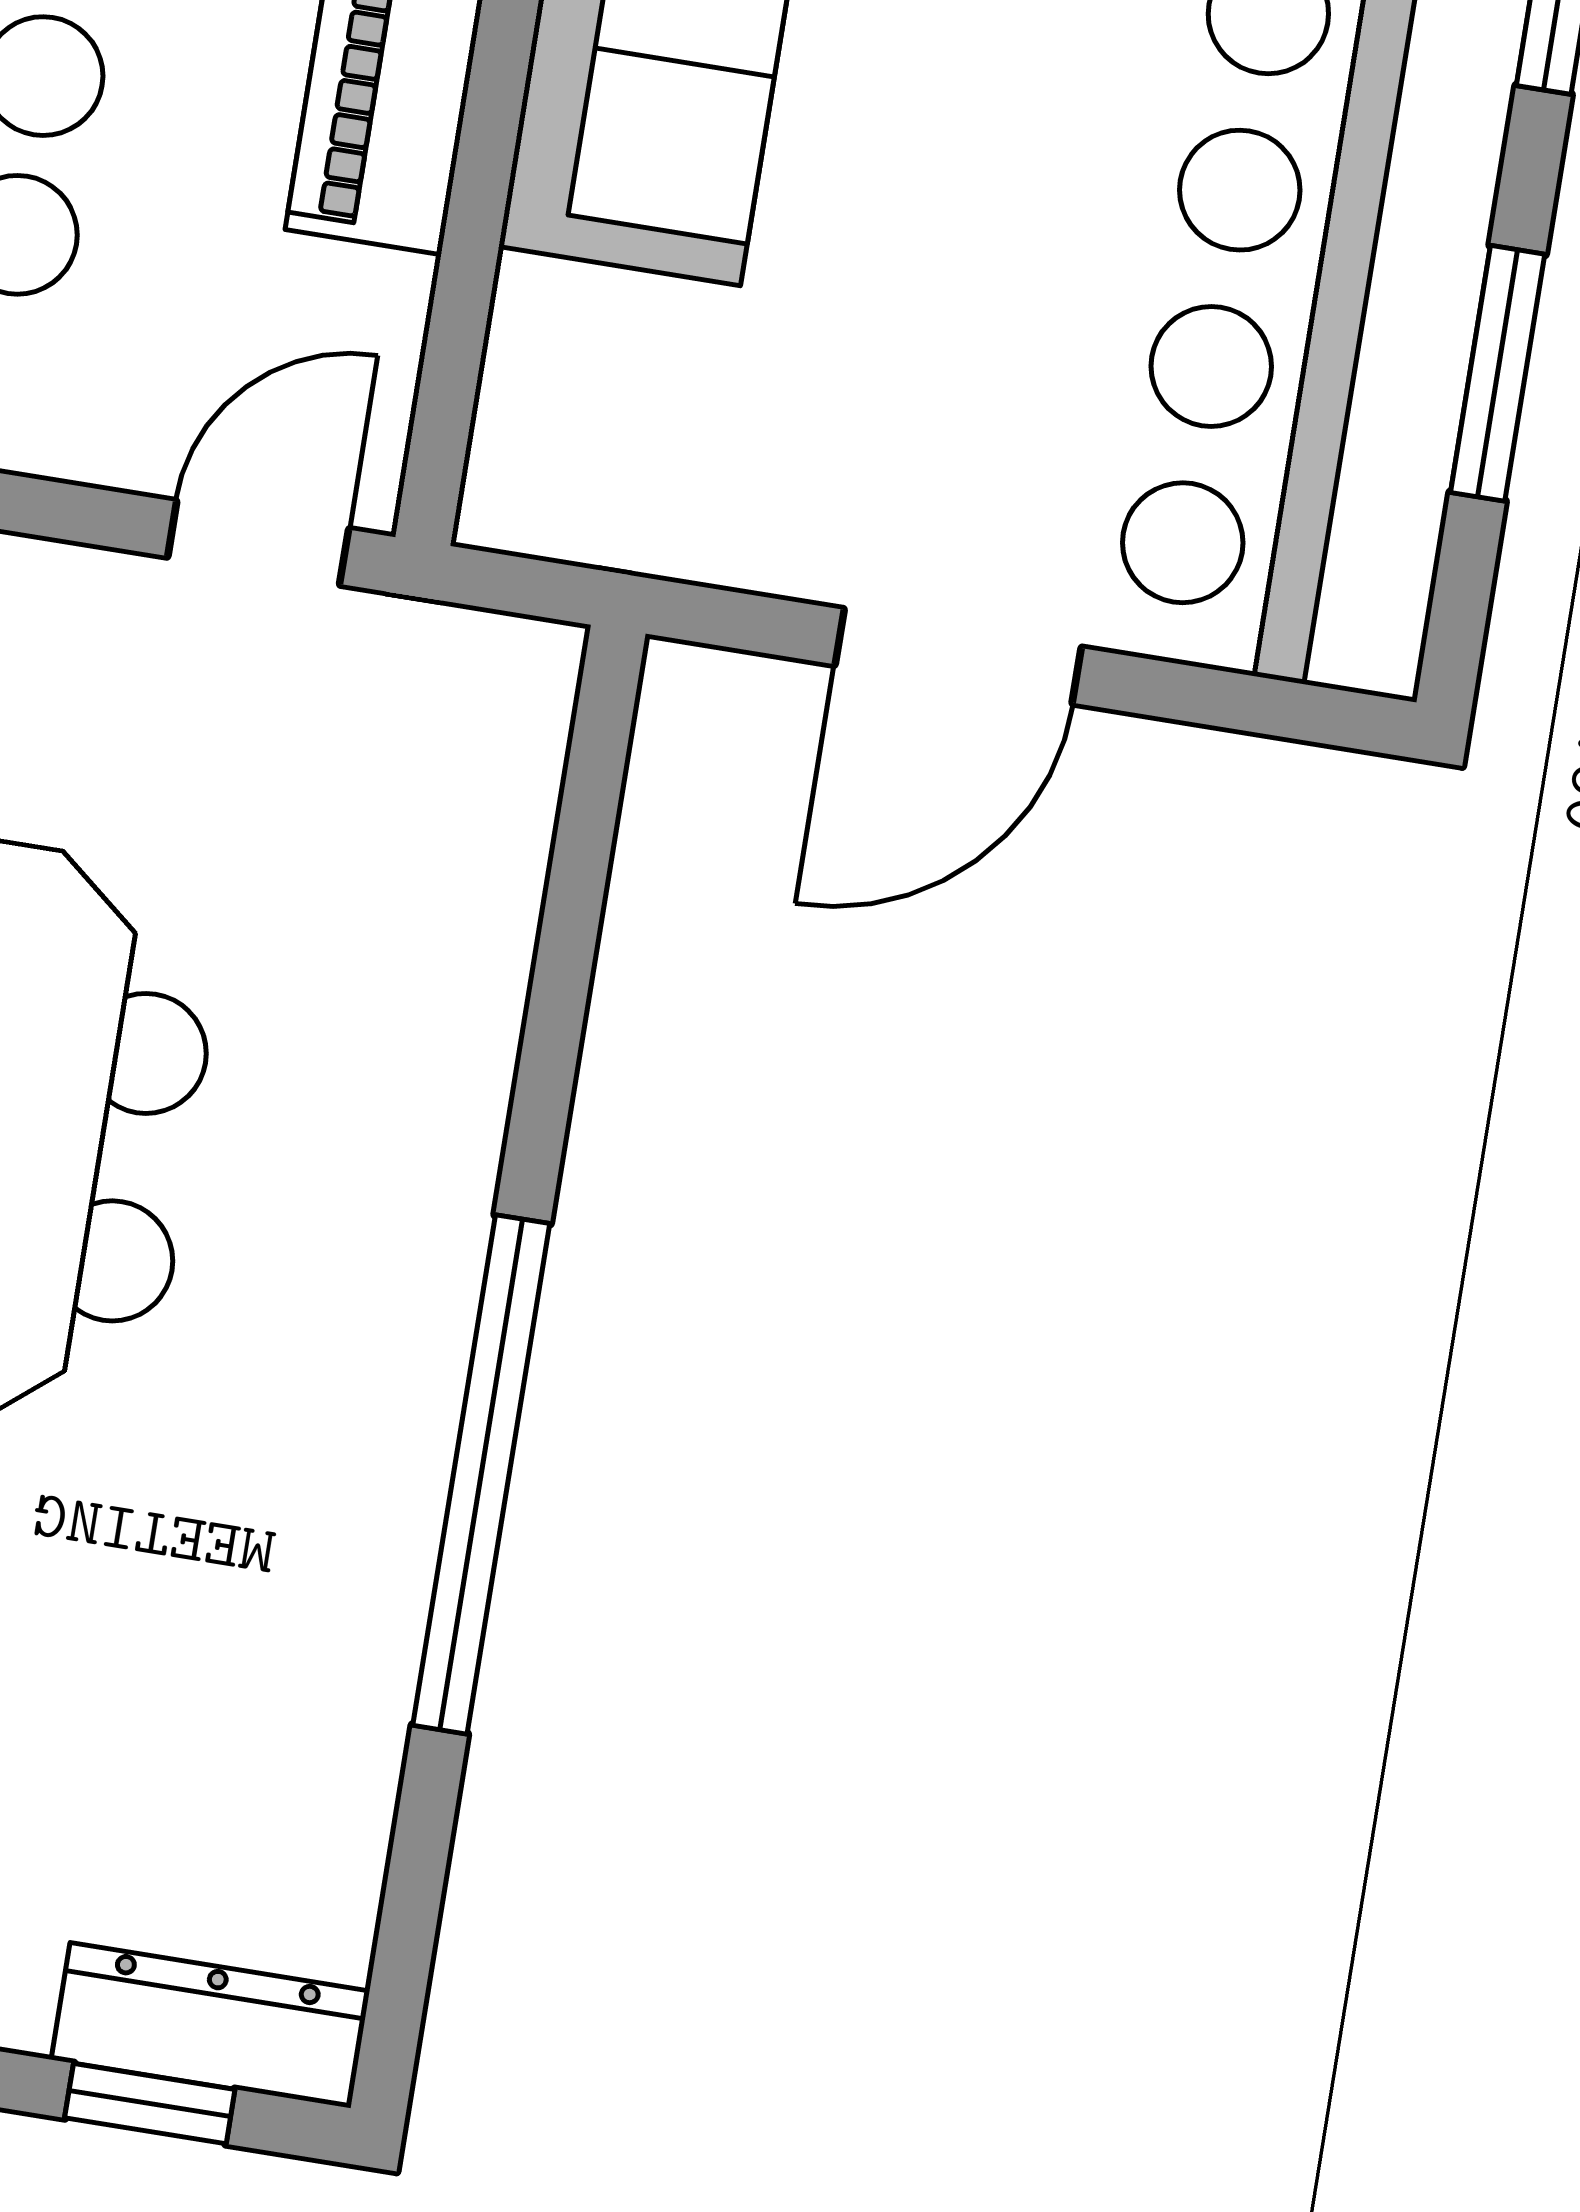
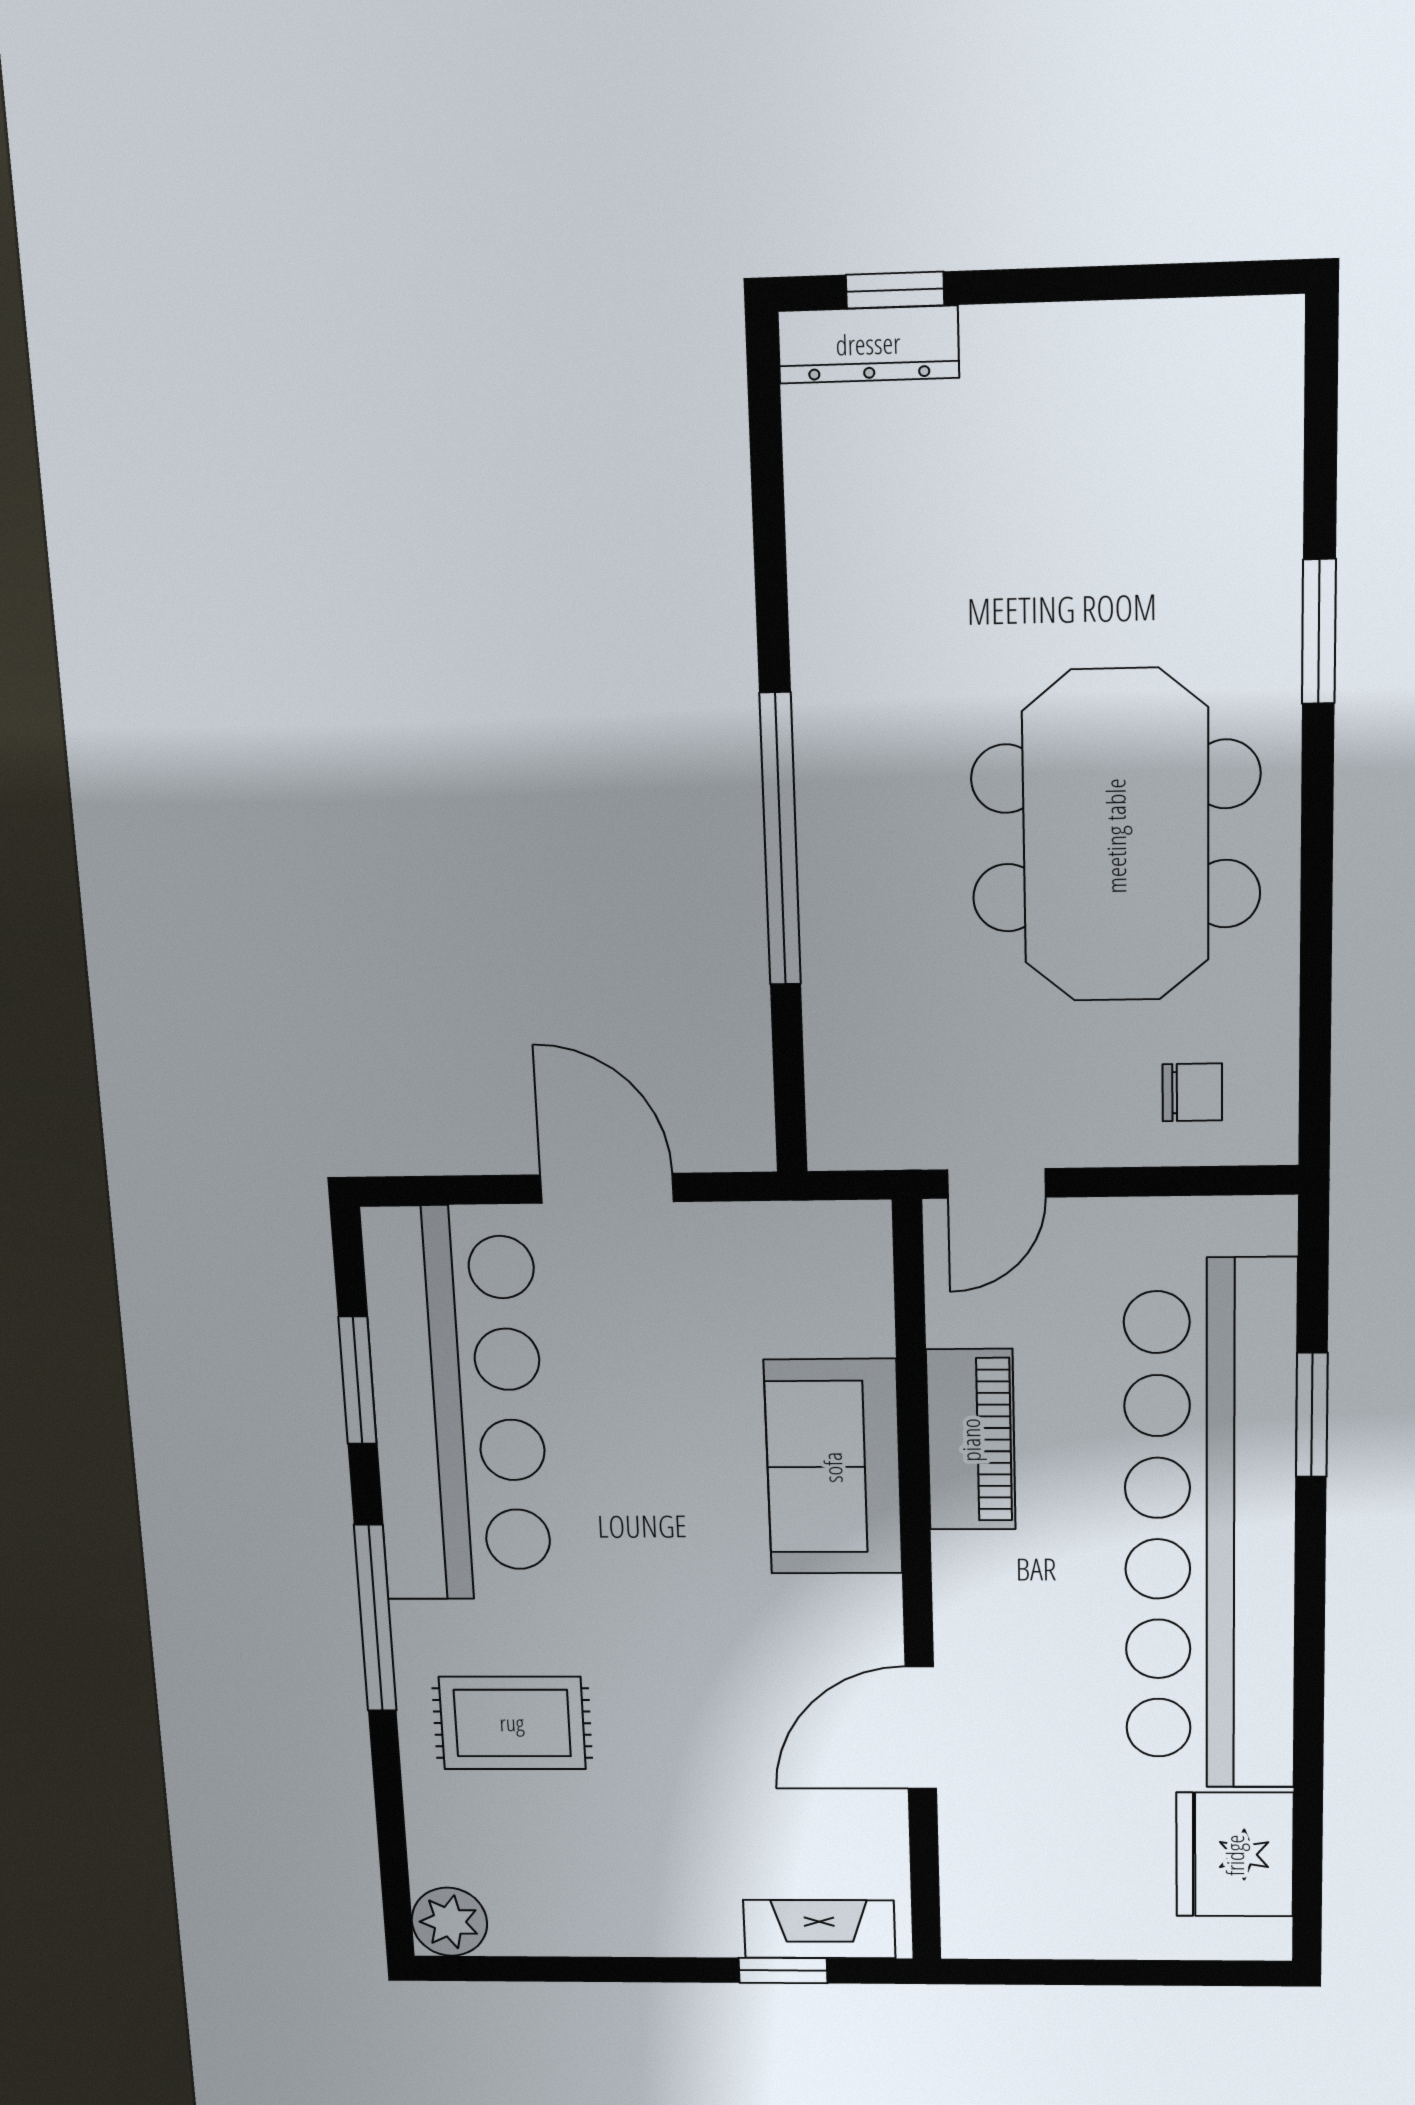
door: (958, 656) -> (607, 1188), hinge flipped
window: (481, 1474) -> (780, 840), moved

